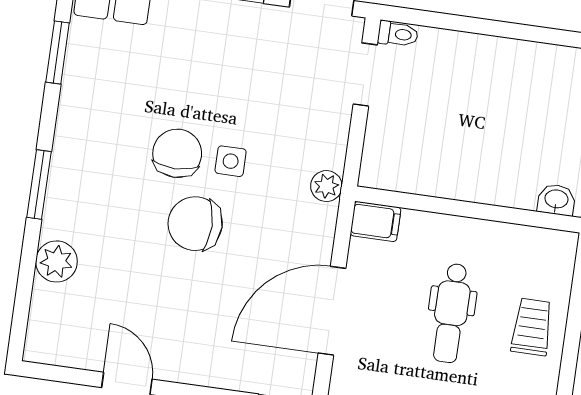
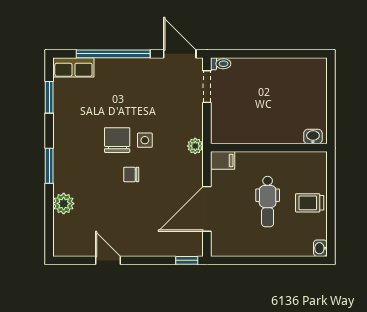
chair: (195, 224) -> (131, 174), width x0.54, depth x0.54
trolley: (532, 327) -> (310, 203), turned -90

